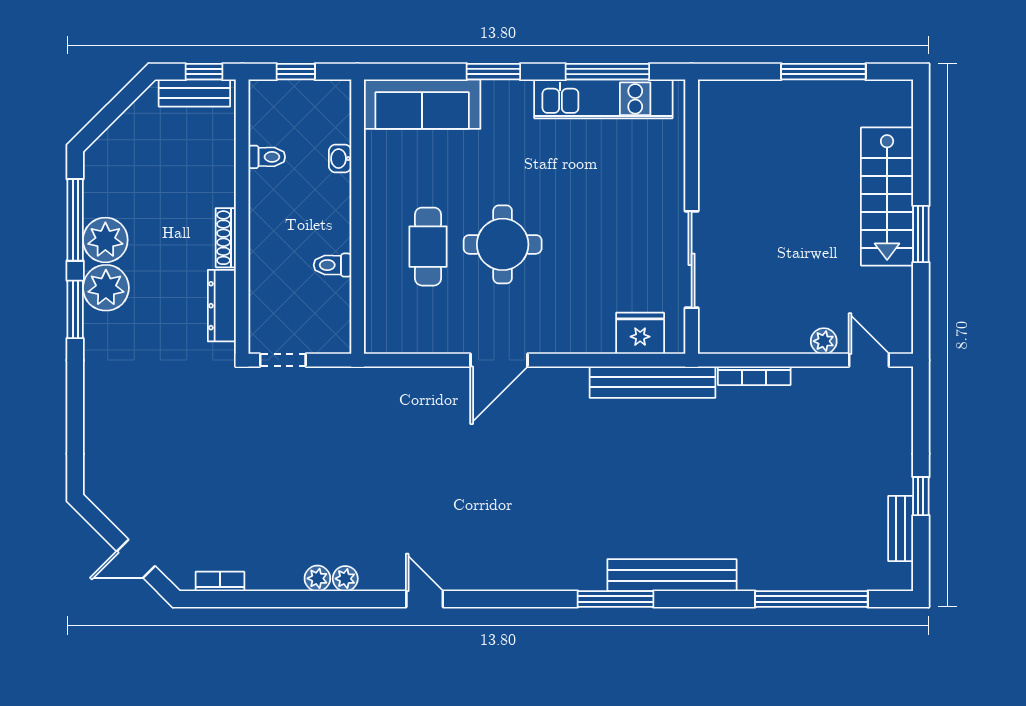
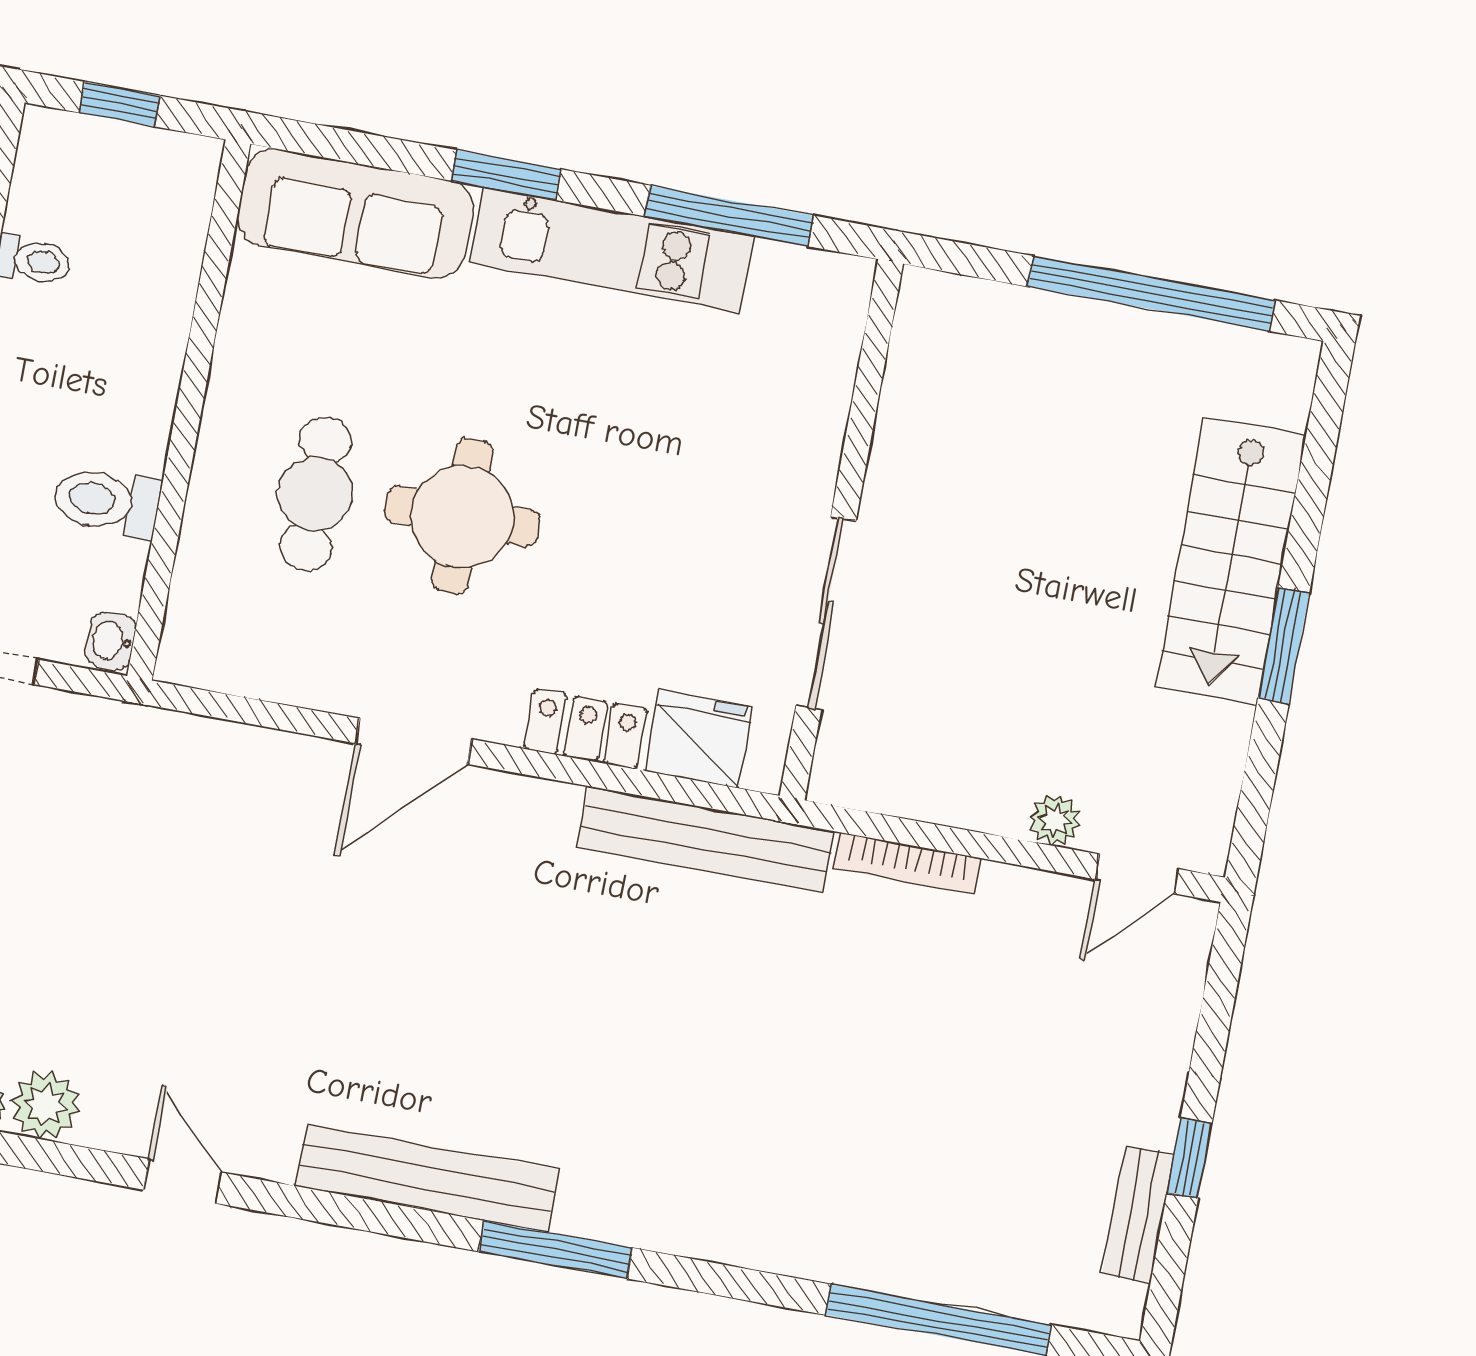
window: (823, 72) -> (1151, 293), width x1.46
kitchen unit: (603, 99) -> (611, 250), moved
washbasin: (340, 159) -> (111, 641), moved
toilet: (333, 265) -> (107, 501), width x1.37, depth x1.39
locker: (583, 339) -> (585, 729), added
door: (869, 360) -> (1137, 874), swing flipped
bench: (672, 575) -> (428, 1178), moved
plant: (345, 579) -> (46, 1105), width x1.38, depth x1.38

